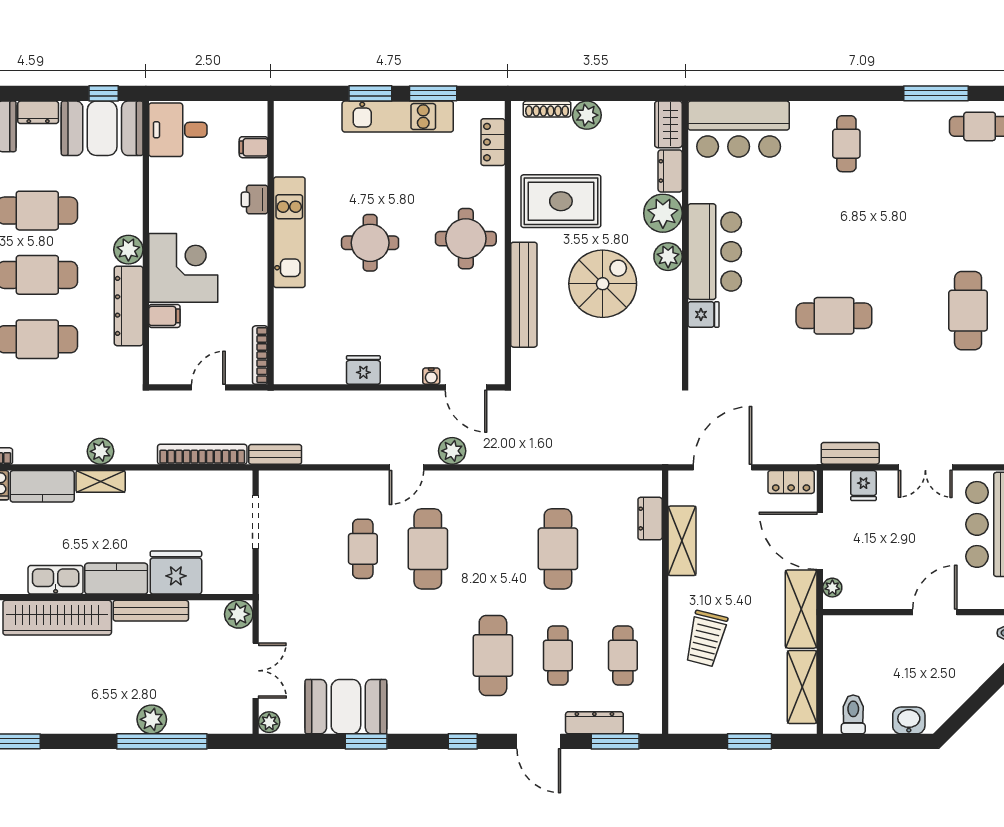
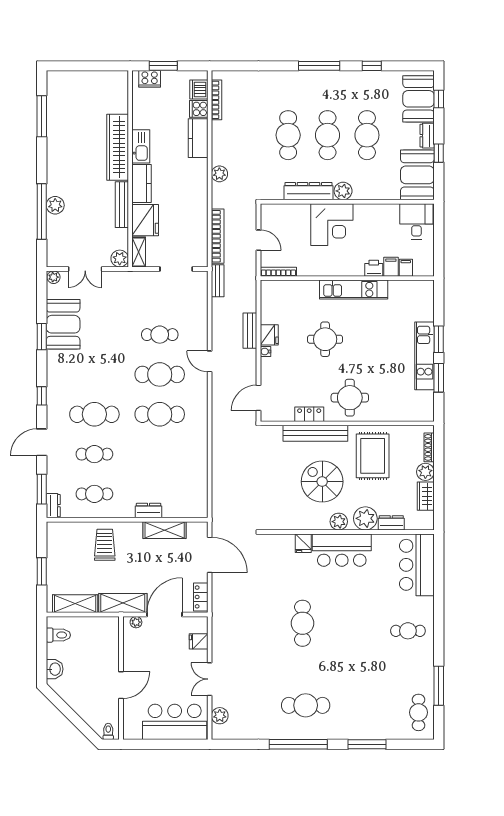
window: (104, 93) -> (439, 153), moved
wardrobe: (668, 124) -> (426, 496), moved, turned -90
locker: (493, 142) -> (309, 414), moved
round table: (370, 243) -> (325, 339), moved
spiral stairs: (603, 284) -> (322, 482), turned 180
filing cabinet: (164, 316) -> (391, 267), moved, turned 180
water cooler: (431, 376) -> (265, 352), moved
plant: (452, 451) -> (220, 716), moved
bench: (850, 453) -> (250, 331), moved
shelving: (101, 481) -> (139, 252), moved
dresser: (650, 519) -> (149, 511), moved
cafe table: (558, 549) -> (160, 414), moved
door: (935, 612) -> (121, 685), hinge flipped
trolley: (706, 639) -> (105, 545), turned 76
dresser: (594, 723) -> (53, 506), moved, width x0.70

